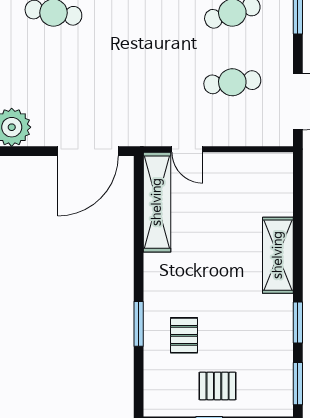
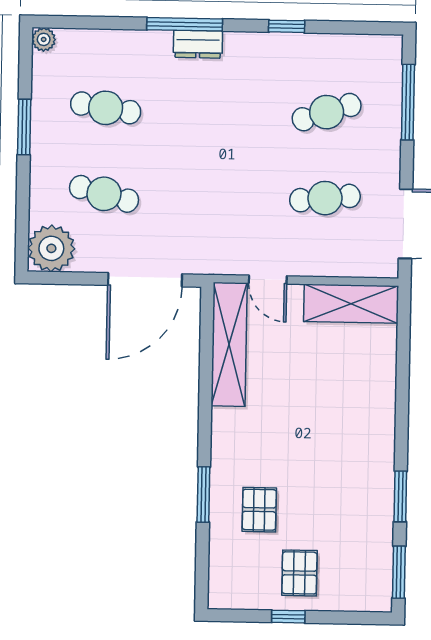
cafe table: (53, 82) -> (104, 194), added
shelving: (278, 255) -> (351, 304), moved, turned 90
pallet: (218, 386) -> (299, 573), turned 90

